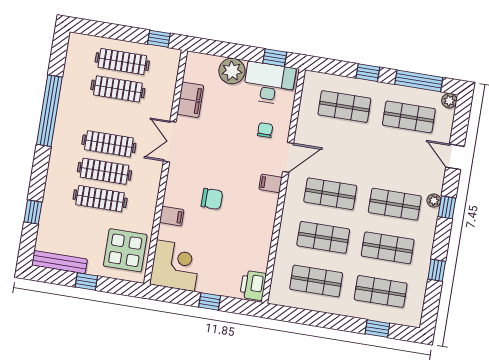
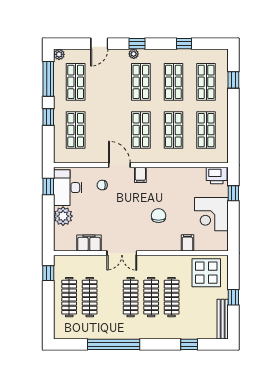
filing cabinet: (172, 216) -> (187, 243), moved
corner desk: (175, 266) -> (211, 214), moved, turned -90
window: (210, 301) -> (233, 193), moved

